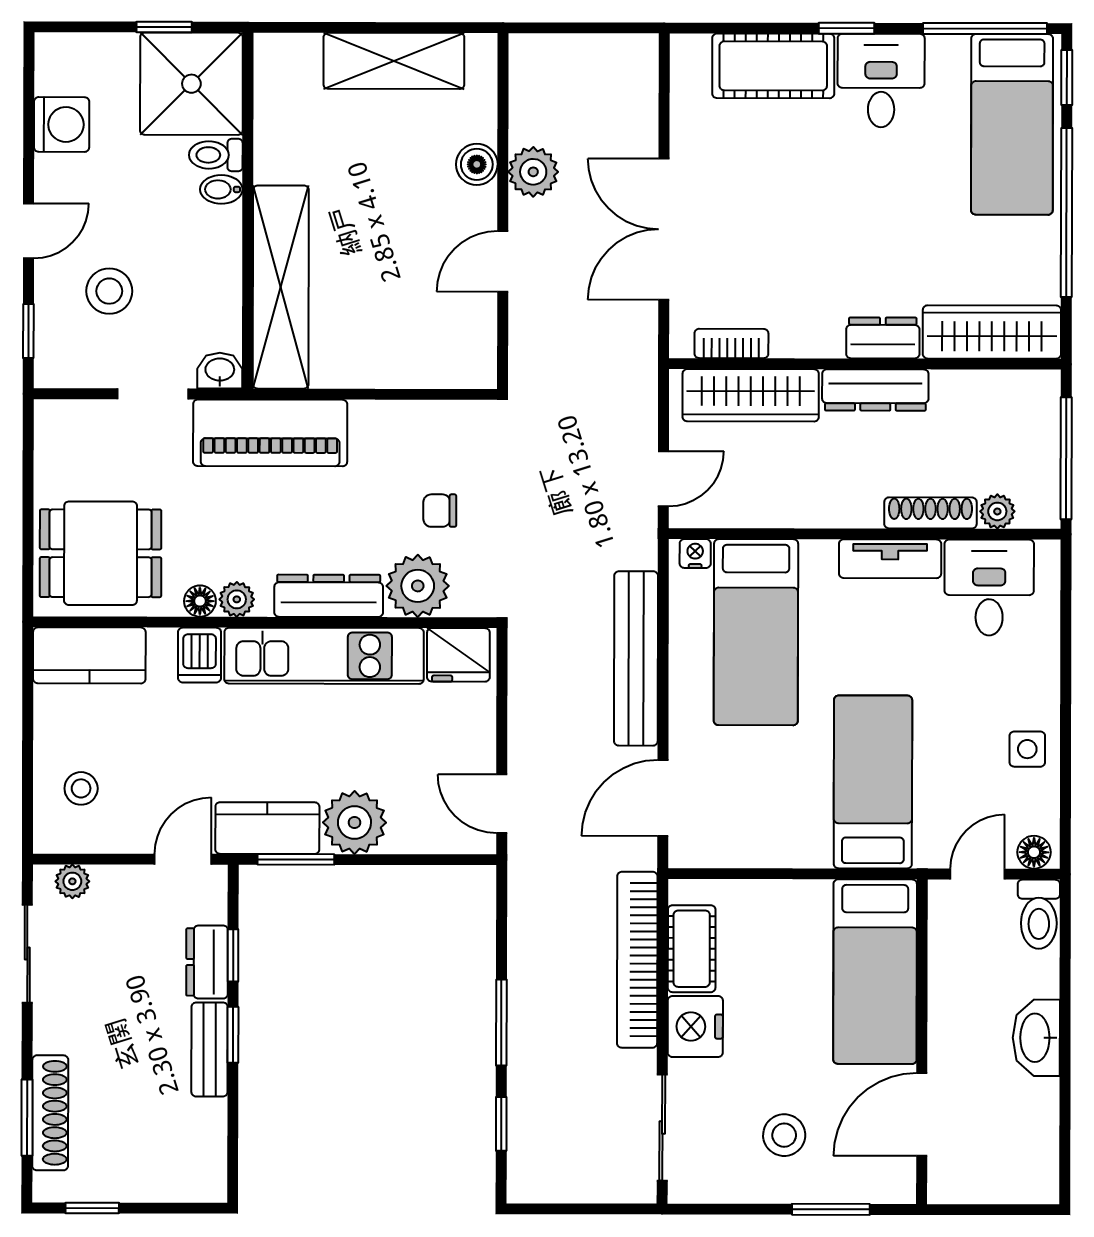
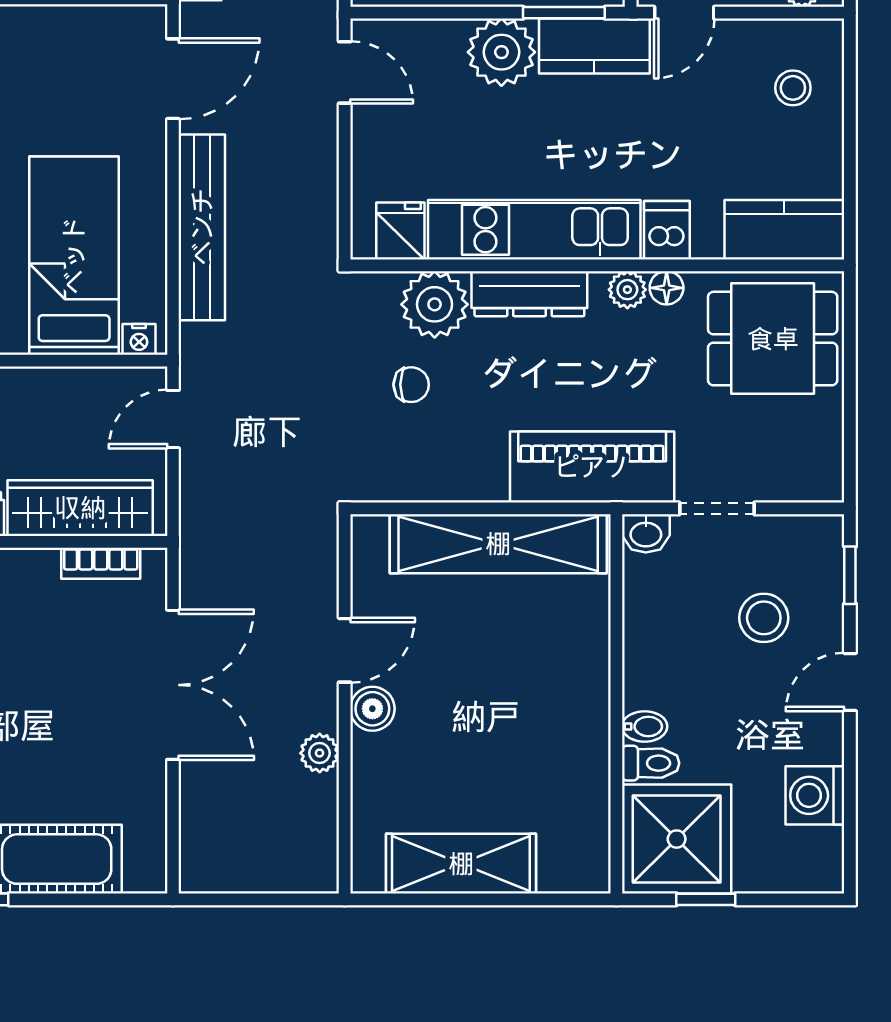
boiler: (477, 164) -> (372, 709), moved
plant: (533, 172) -> (320, 753), width x0.73, depth x0.73
shelving: (281, 287) -> (498, 544), moved, turned 90
fridge: (458, 655) -> (400, 231), width x0.72

